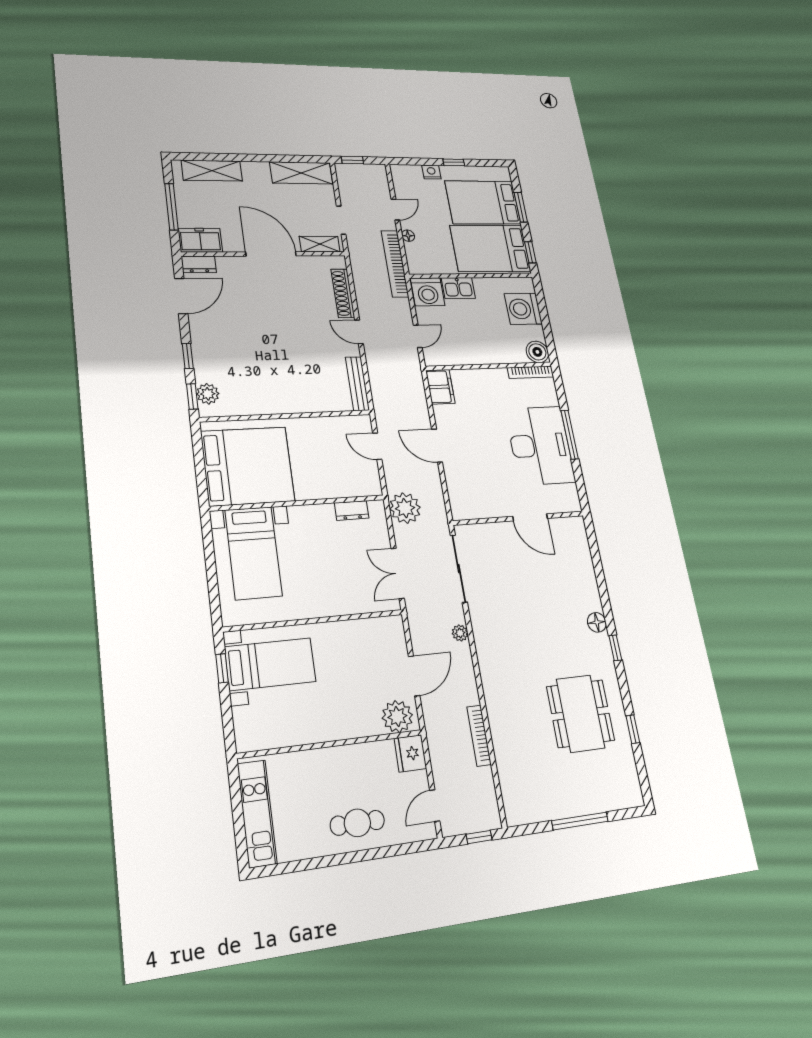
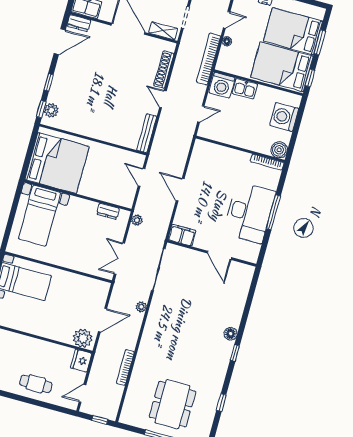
filing cabinet: (440, 387) -> (182, 235), moved, turned -90
plant: (405, 508) -> (137, 220), width x0.53, depth x0.53
dining table: (581, 713) -> (172, 404), moved

